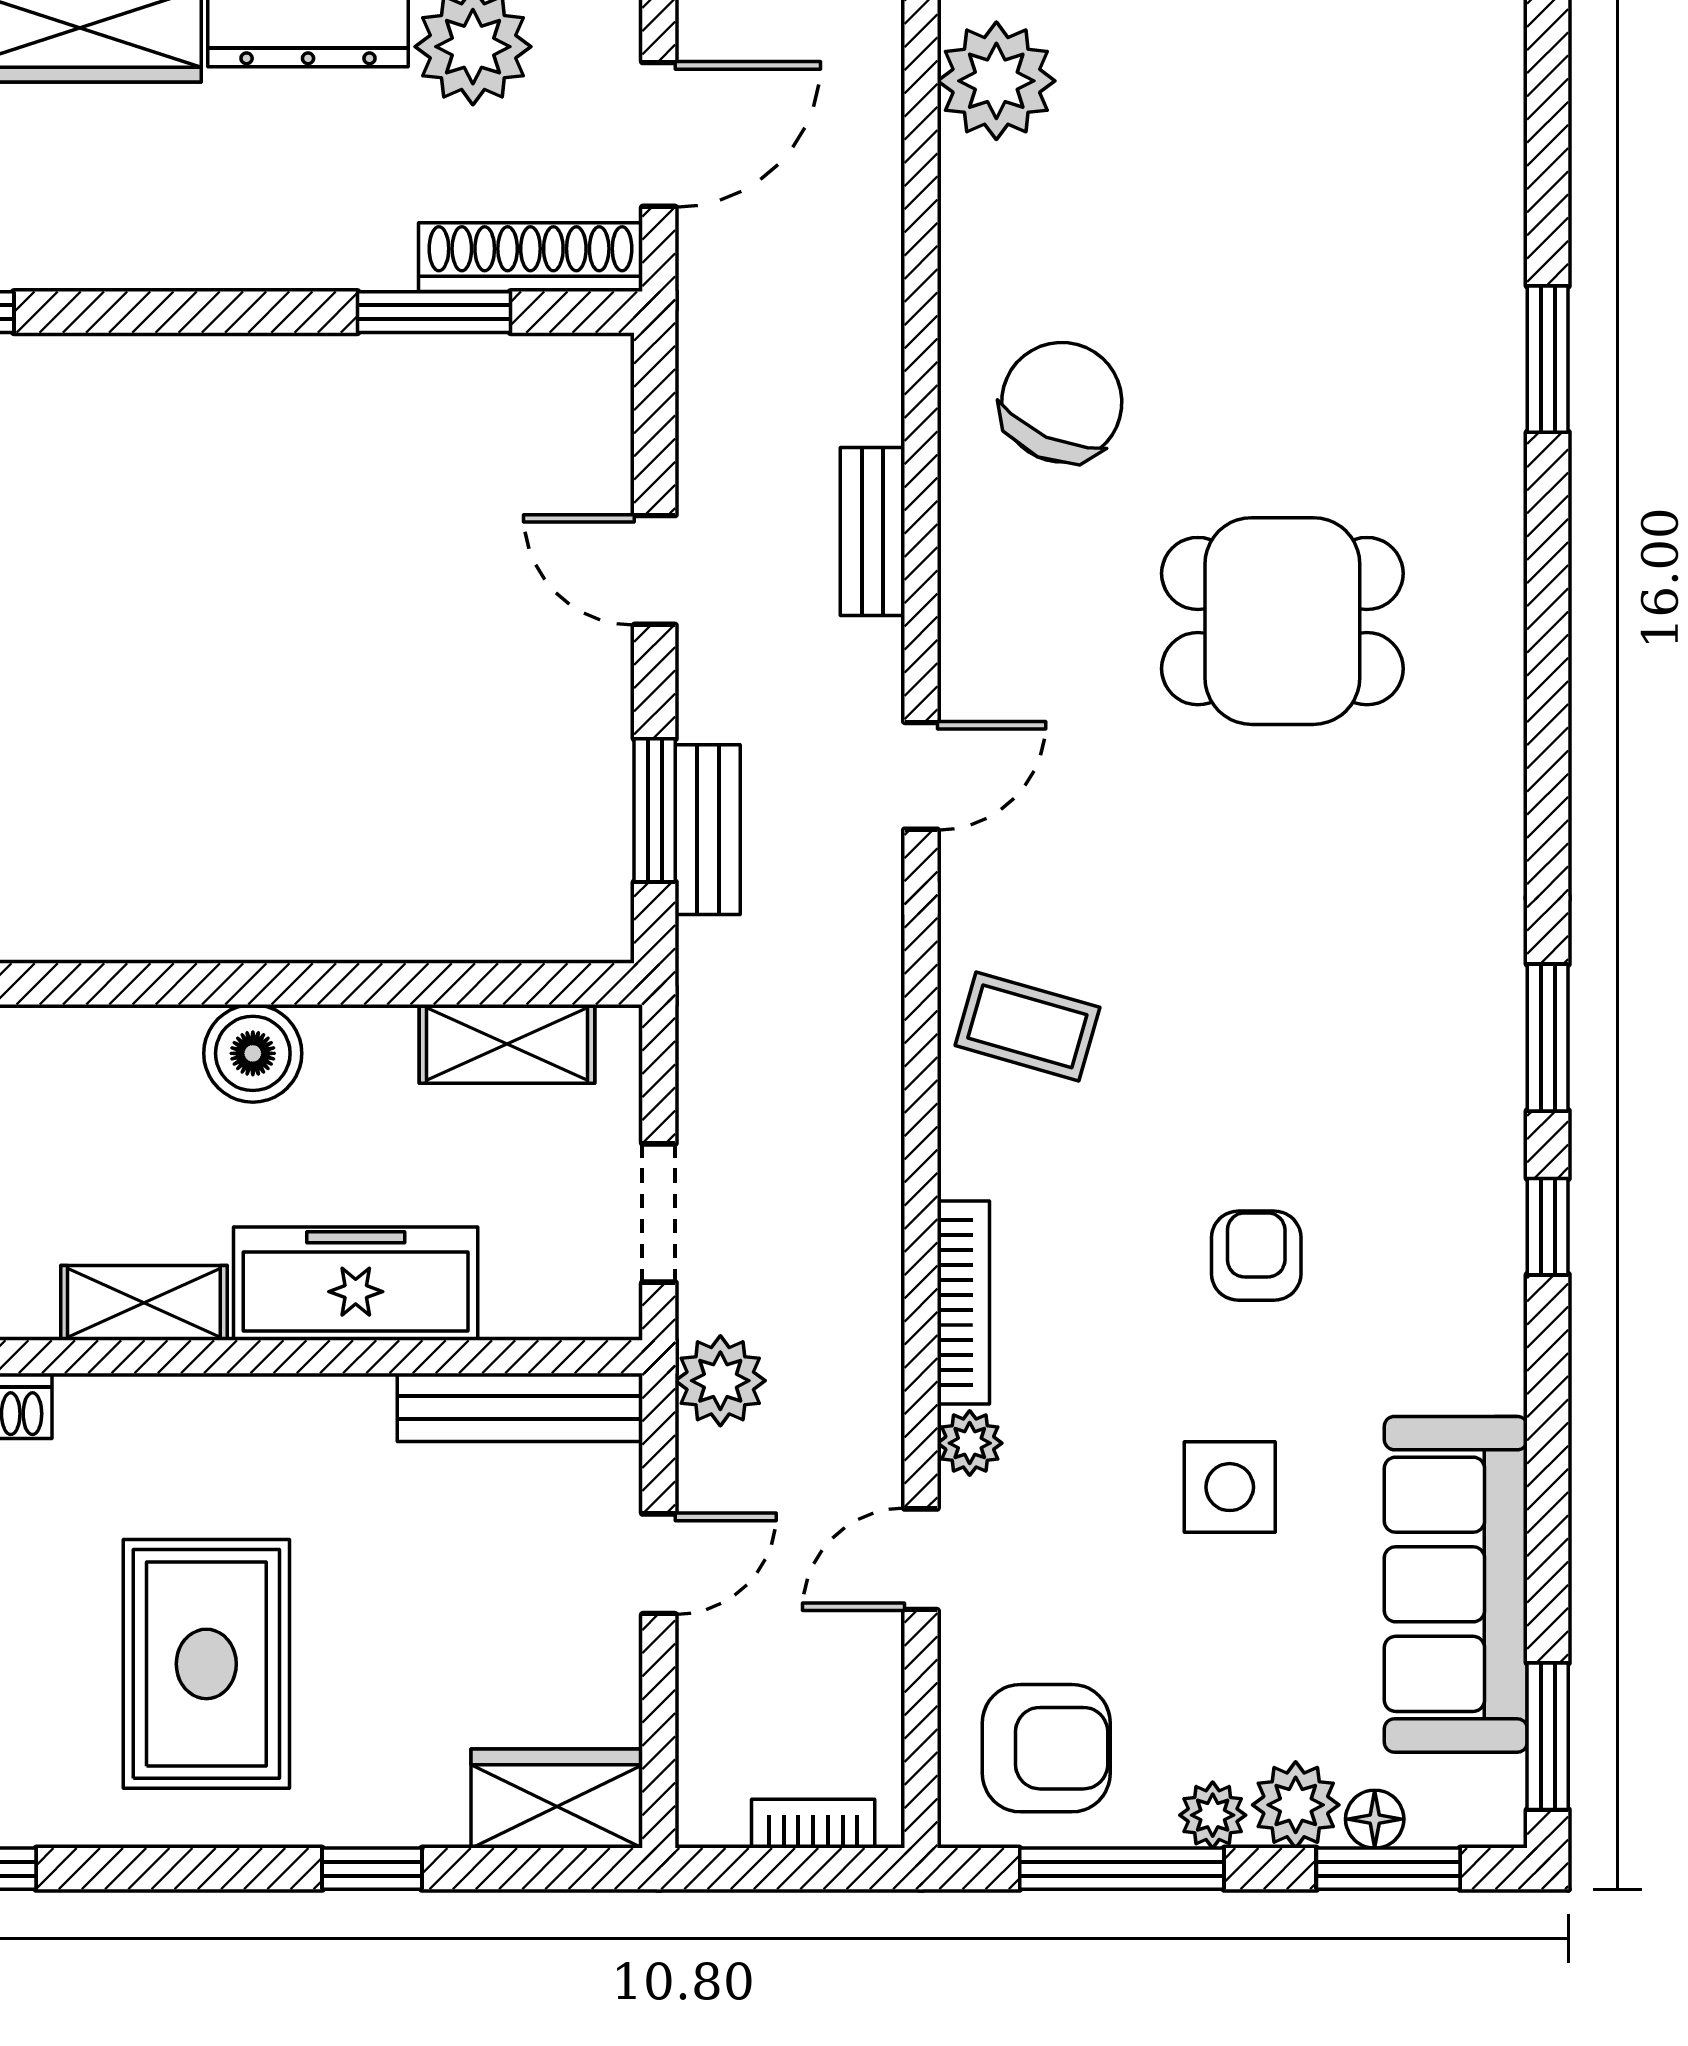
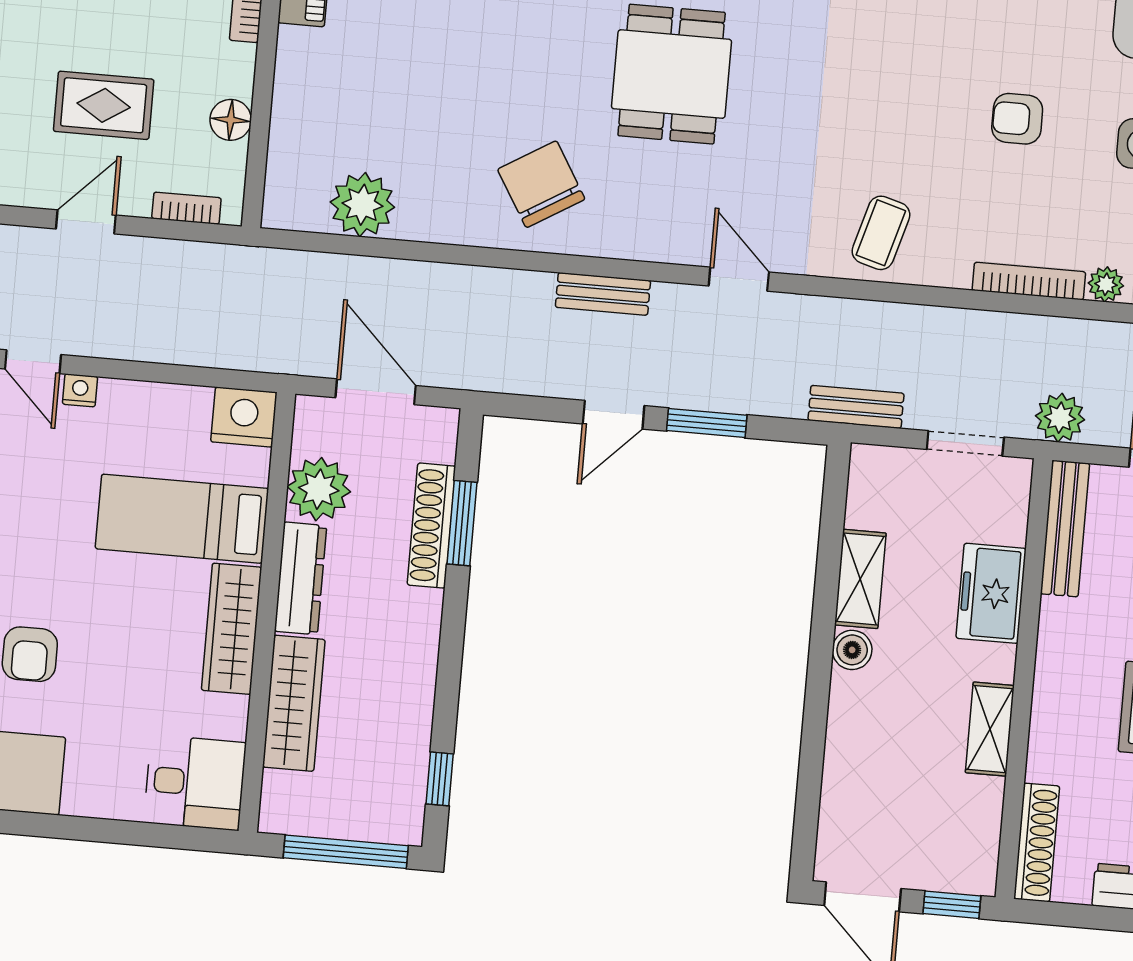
shoe rack: (530, 257) -> (431, 526), moved
chair: (1062, 402) -> (541, 184), turned 35
window: (655, 810) -> (707, 423), moved
bench: (708, 830) -> (856, 407), moved
shelving: (507, 1044) -> (860, 579), moved
boiler: (253, 1053) -> (852, 650), width x0.73, depth x0.73
freezer: (356, 1284) -> (991, 593), width x0.71

